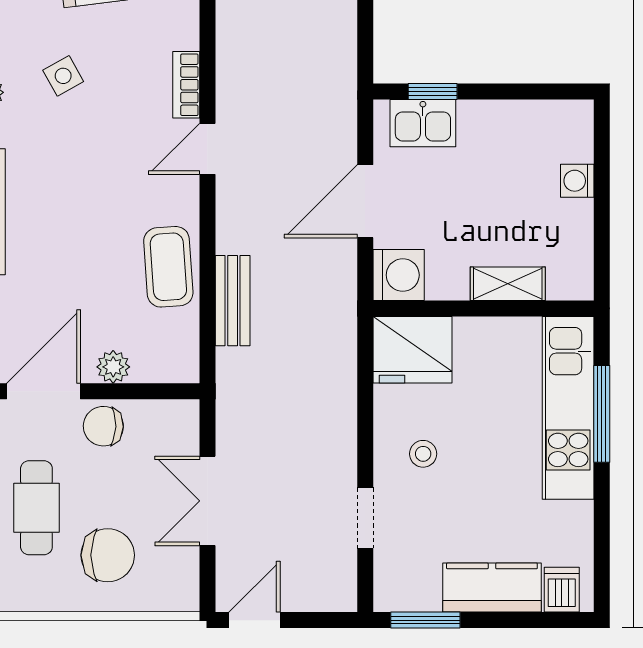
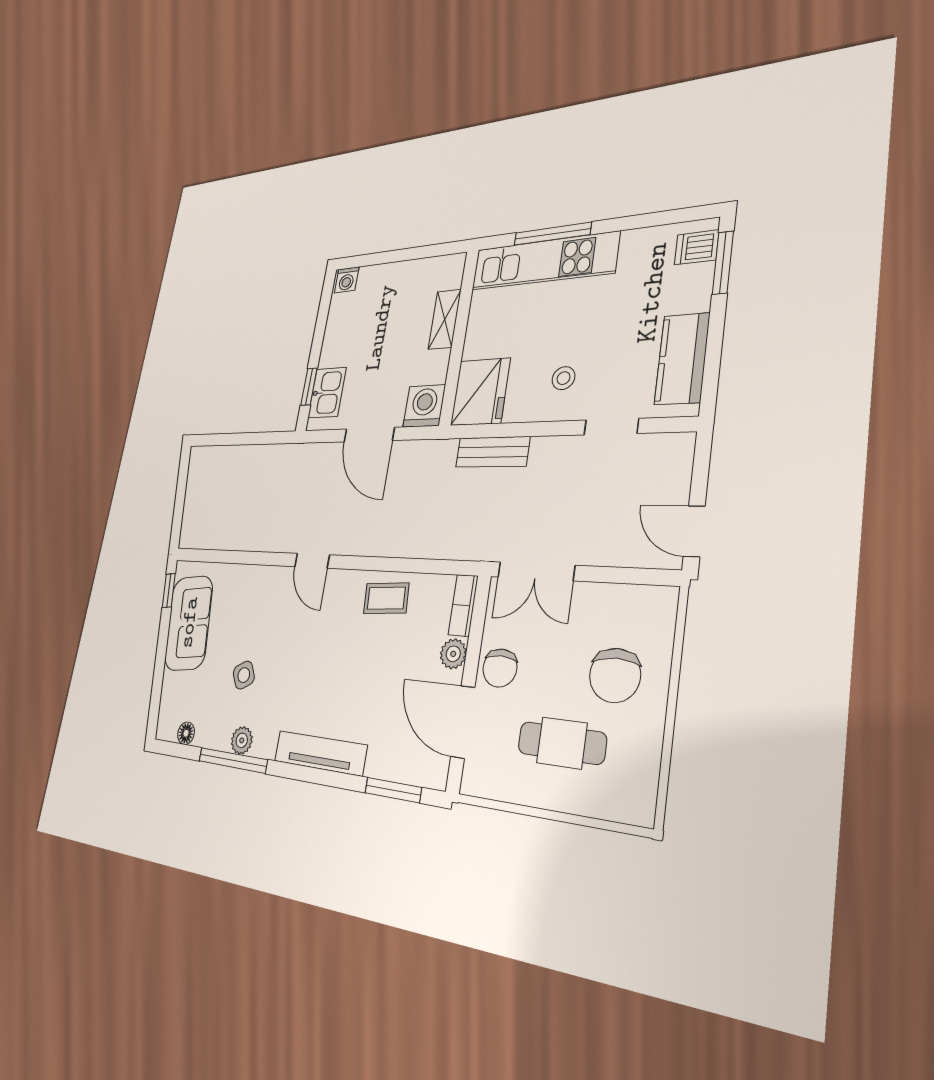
bookcase: (186, 85) -> (463, 605), moved, turned 90
washing machine: (577, 181) -> (347, 280), moved
coffee table: (168, 267) -> (386, 598), width x0.73, depth x0.77
bench: (233, 301) -> (493, 452), moved
double door: (207, 501) -> (536, 571), moved
chair: (108, 555) -> (615, 675), turned 180
kitchen counter: (492, 588) -> (682, 359), moved
window: (425, 620) -> (723, 263), moved

